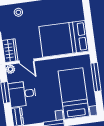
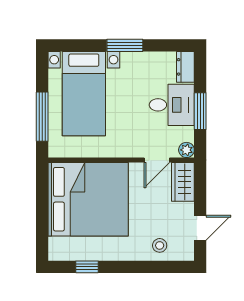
bed: (64, 39) -> (88, 199), width x1.36
door: (27, 61) -> (157, 160), swing flipped

